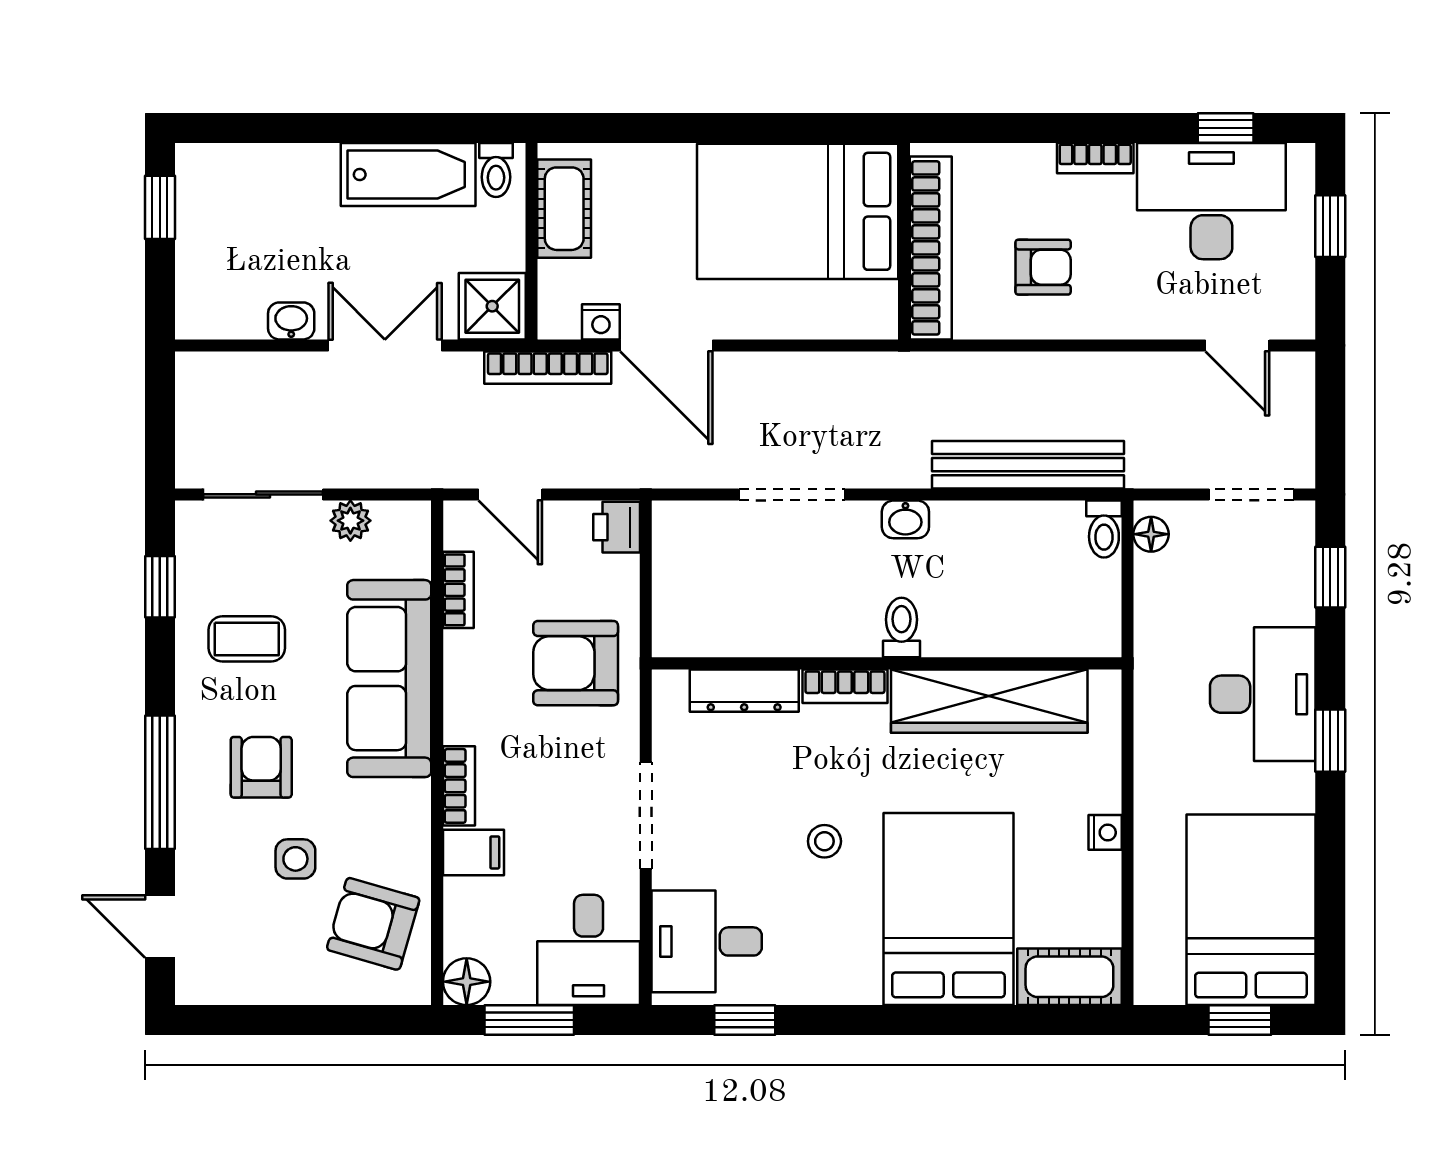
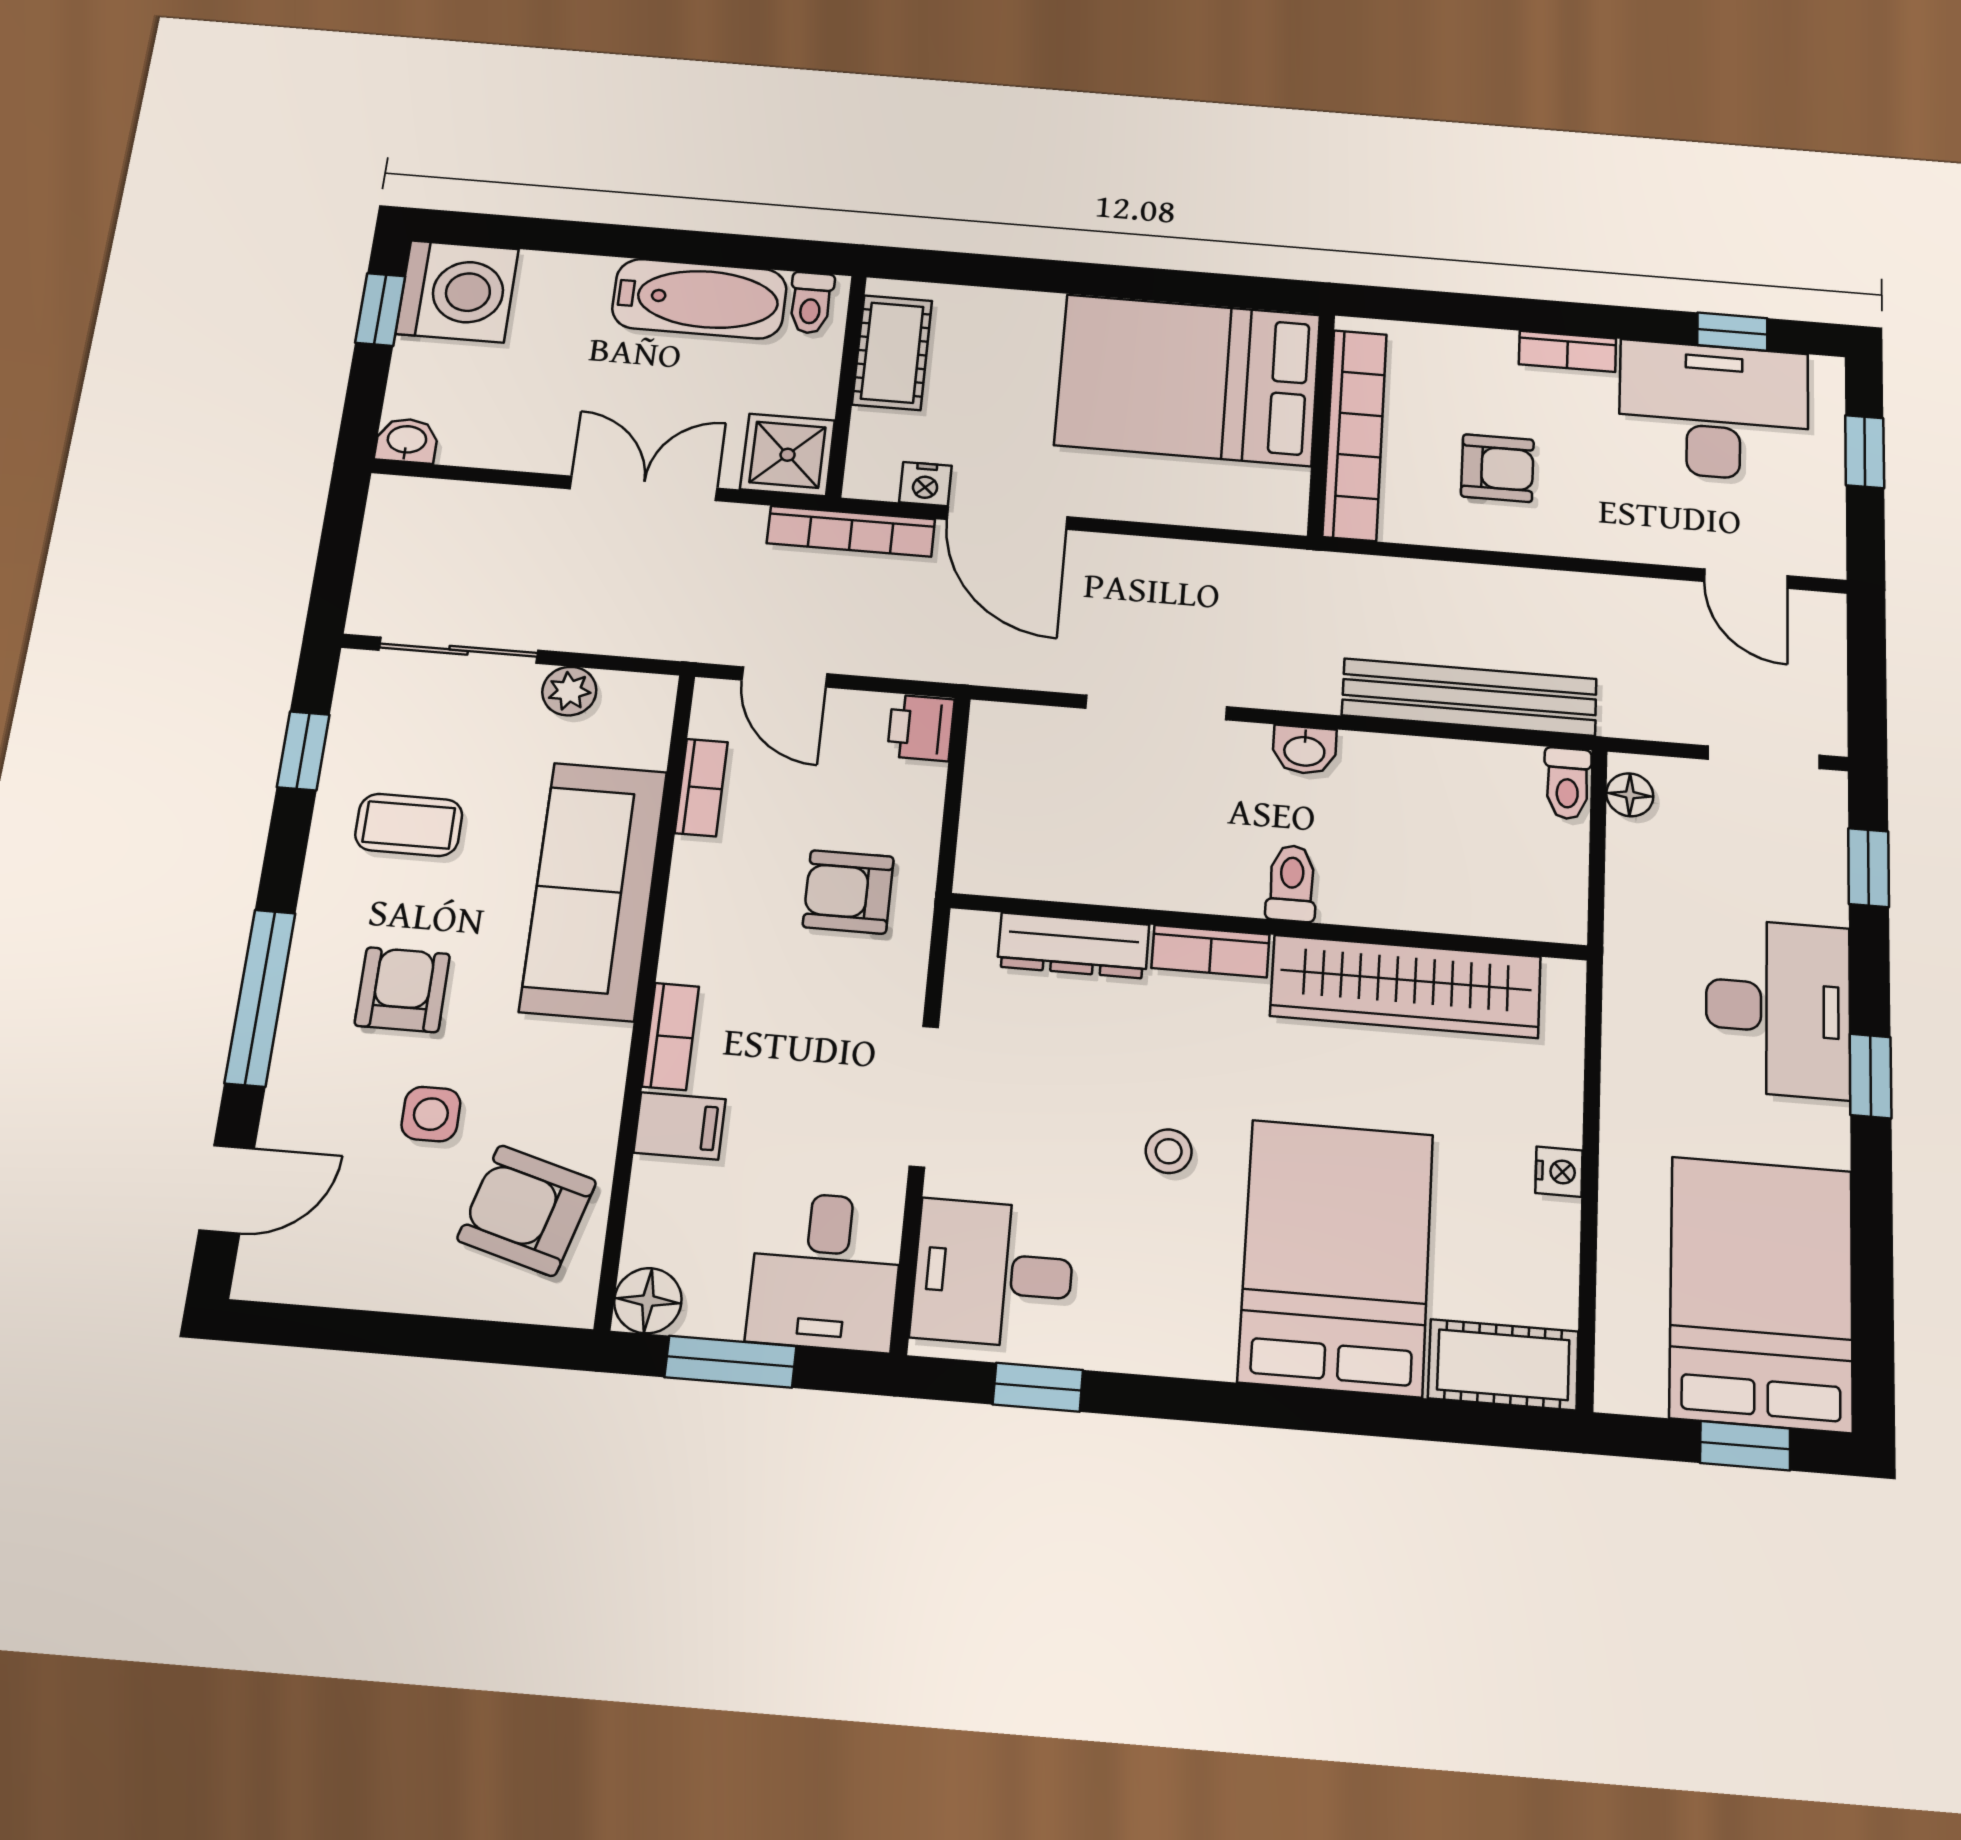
washing machine: (218, 186) -> (457, 291), added
washbasin: (291, 321) -> (407, 441), moved
armchair: (576, 663) -> (848, 892), width x0.72, depth x0.72
door: (160, 926) -> (227, 1189), swing flipped

